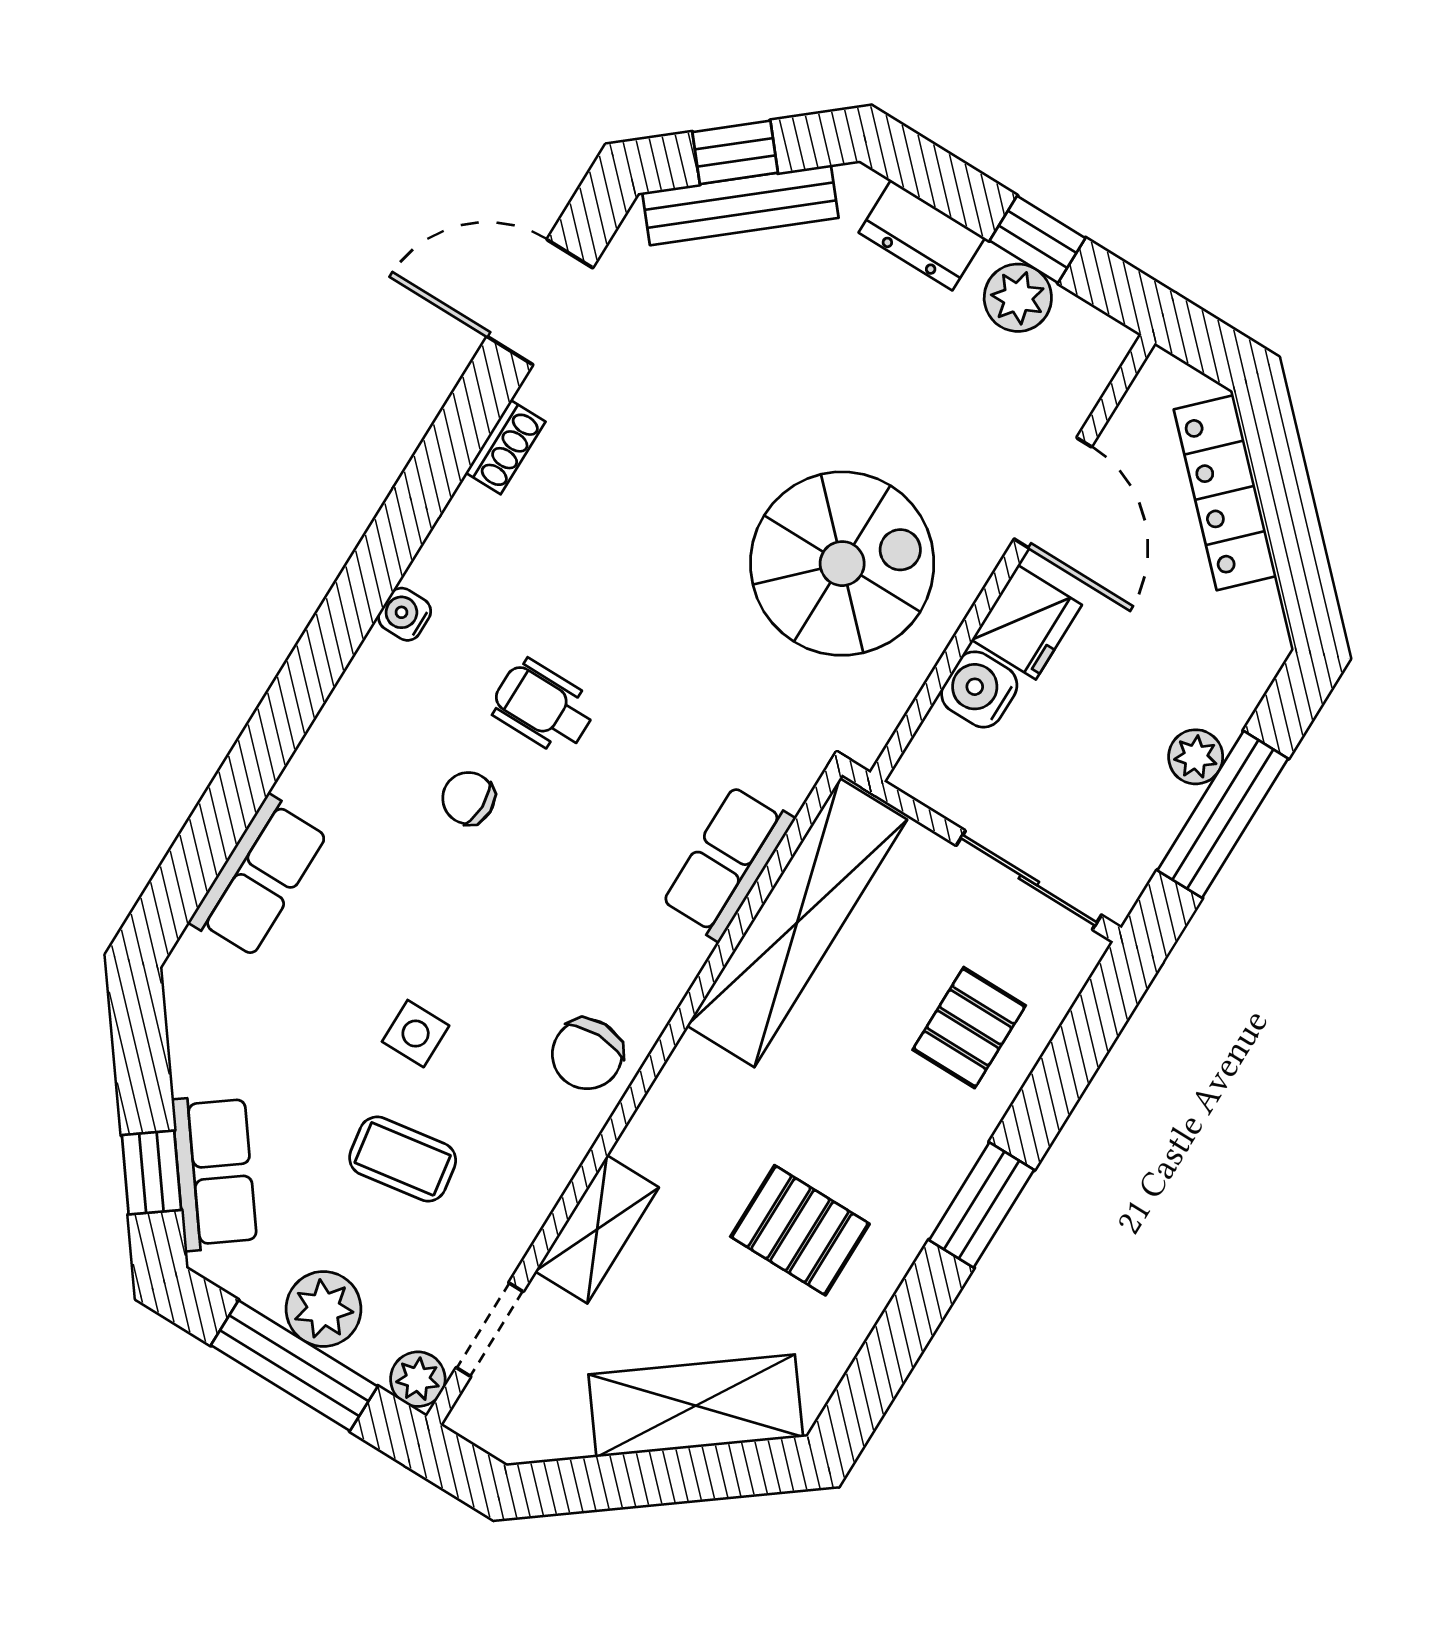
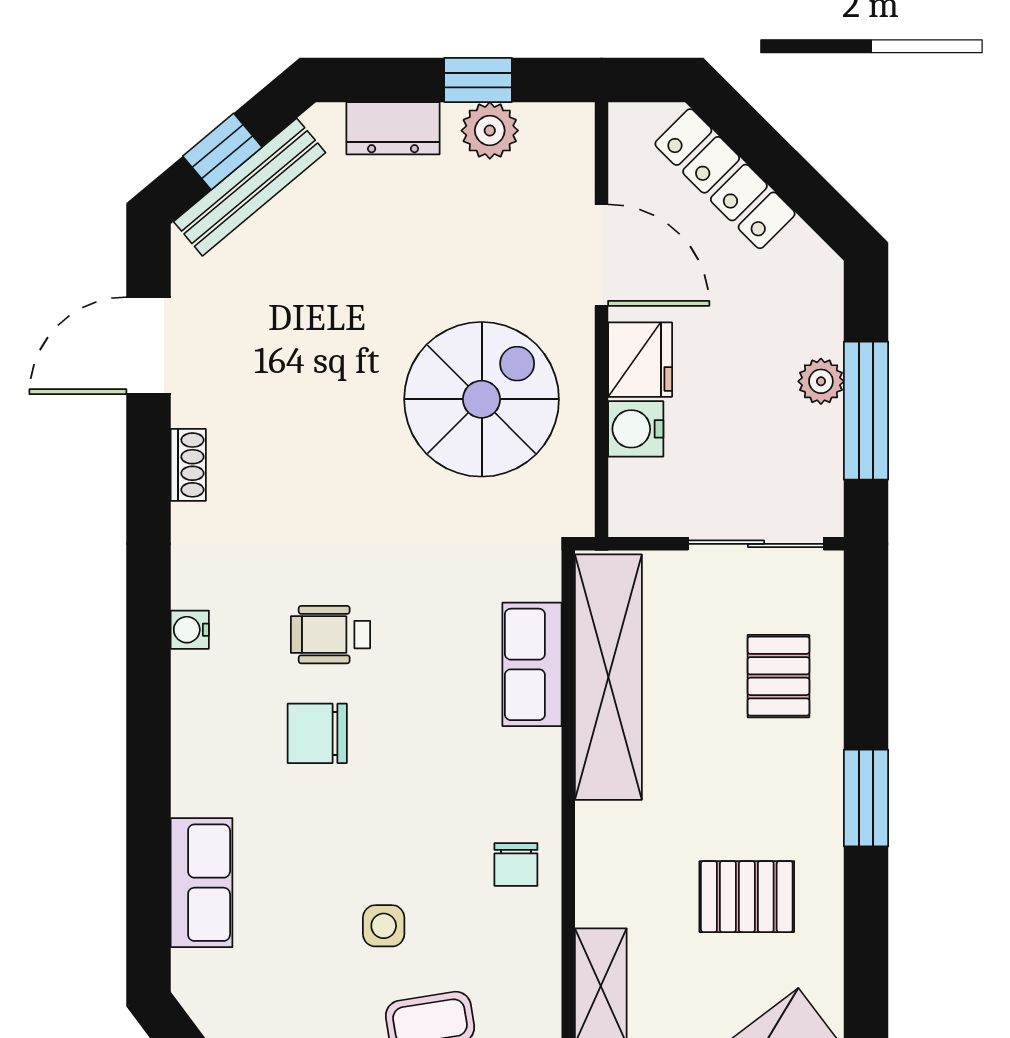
chair: (468, 798) -> (317, 733), width x1.37, depth x1.37
chair: (587, 1054) -> (516, 864), width x0.73, depth x0.73

